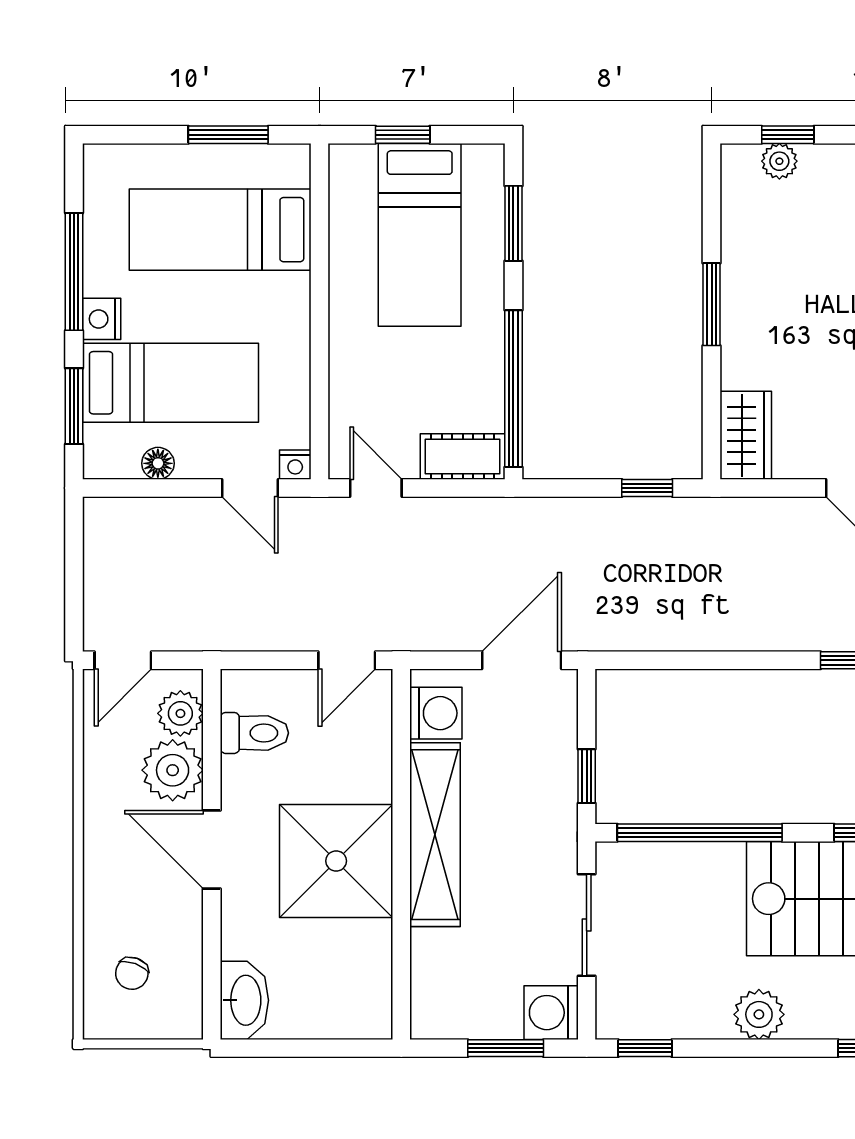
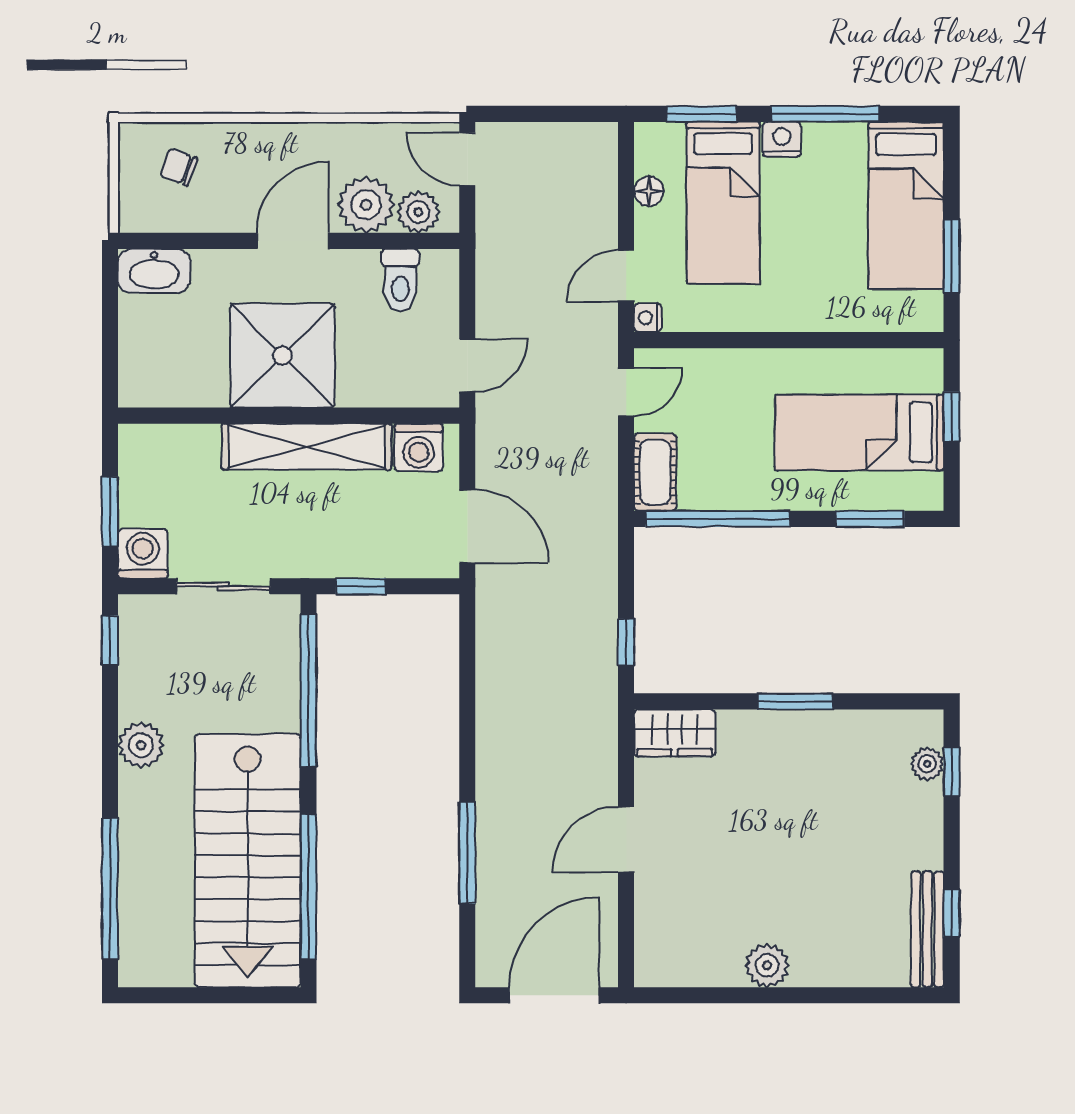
bed: (220, 230) -> (906, 205), moved, turned 180
door: (347, 660) -> (467, 365), swing flipped

